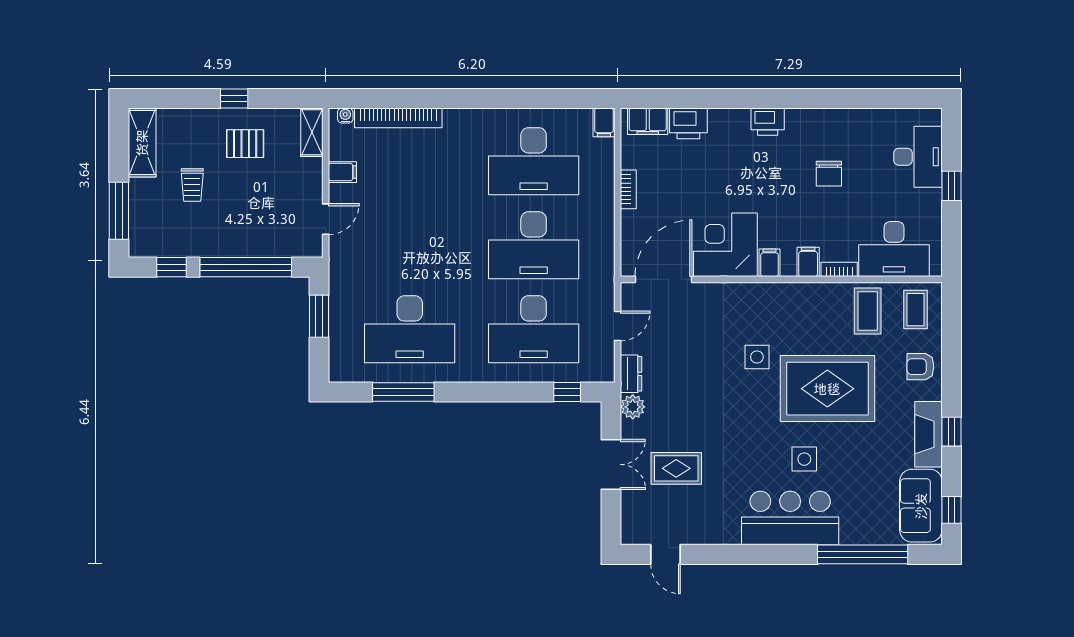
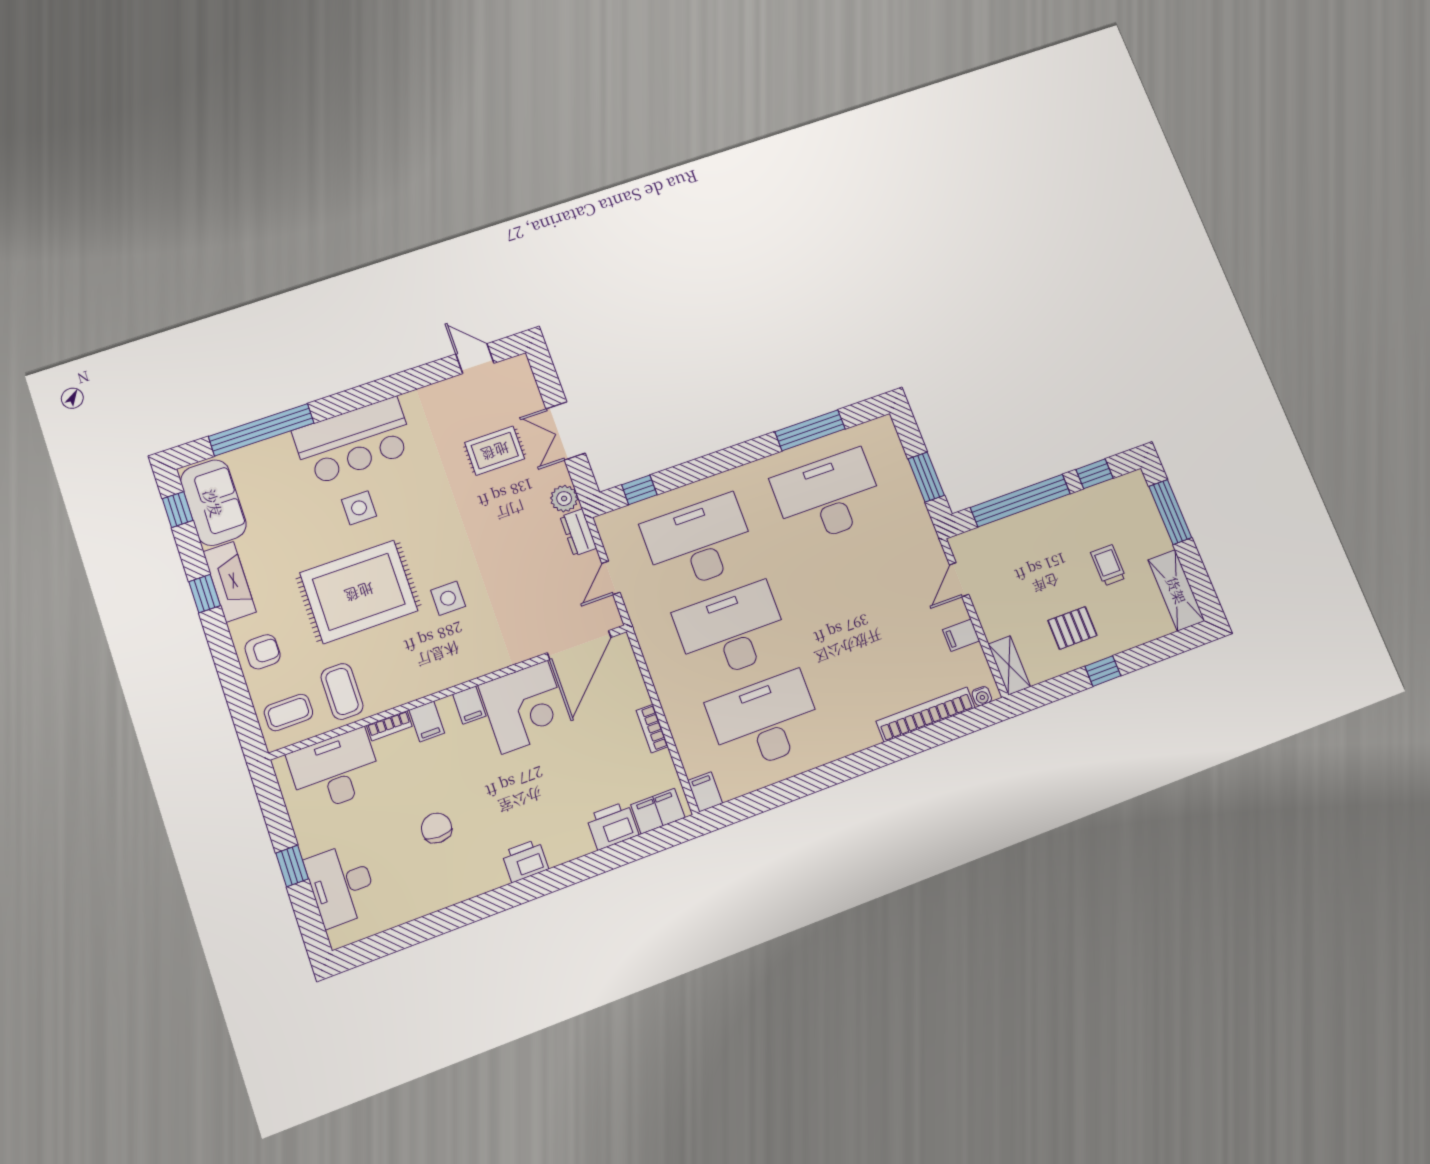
coffee table: (916, 310) -> (288, 712), turned 90

